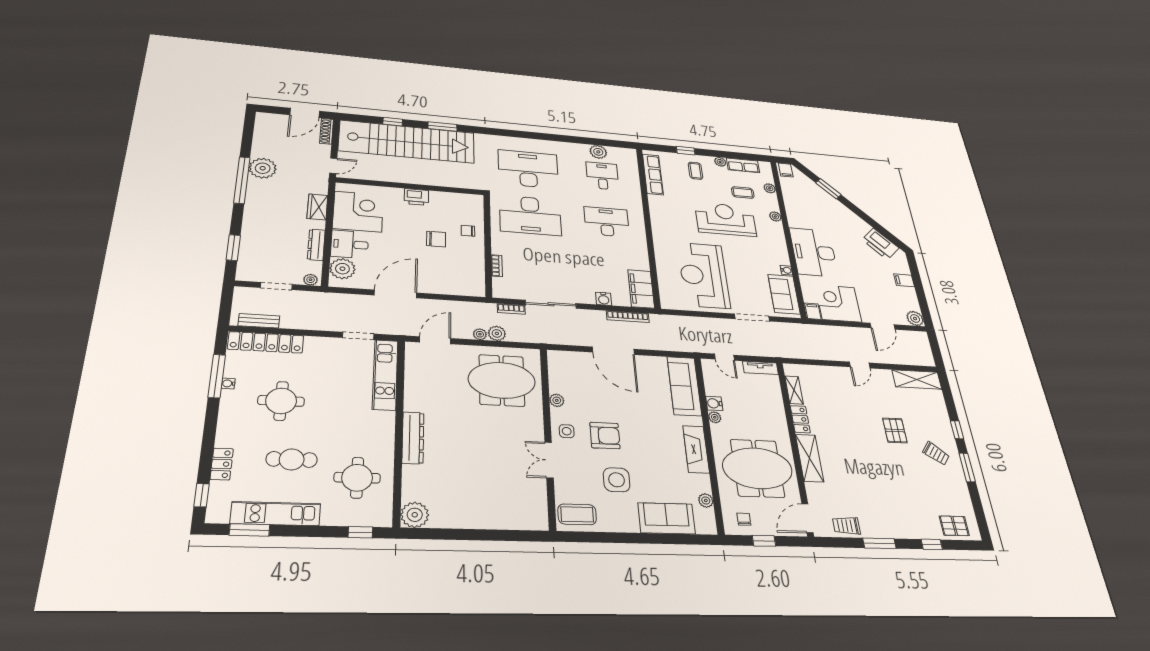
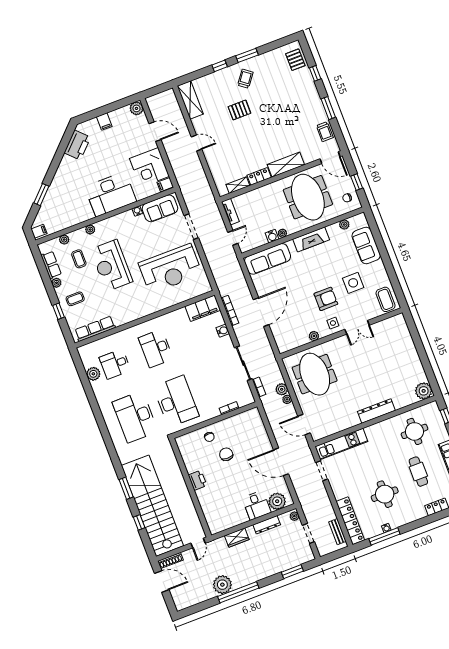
door: (333, 166) -> (198, 543), swing flipped
corner desk: (358, 212) -> (228, 511), removed
armchair: (605, 436) -> (326, 299), turned 90

